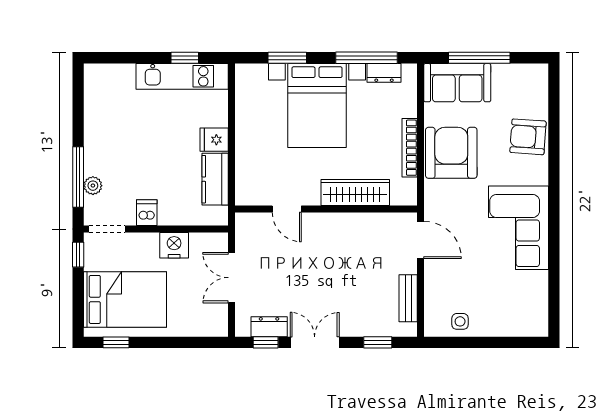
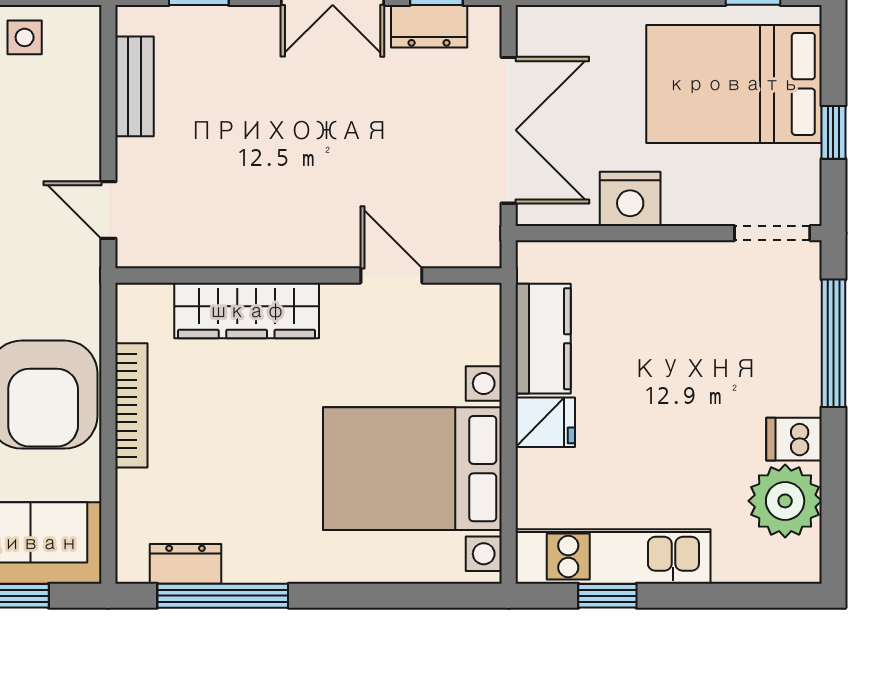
window: (287, 58) -> (390, 596), removed
bed with nightstands: (317, 105) -> (412, 469), moved, turned -90
plant: (93, 186) -> (785, 501), moved, width x1.88, depth x1.88
dishwasher: (147, 213) -> (794, 439), moved, turned 90
door: (420, 240) -> (108, 210), width x0.73
window: (78, 255) -> (833, 132), moved
double door: (231, 278) -> (509, 130), width x1.37

